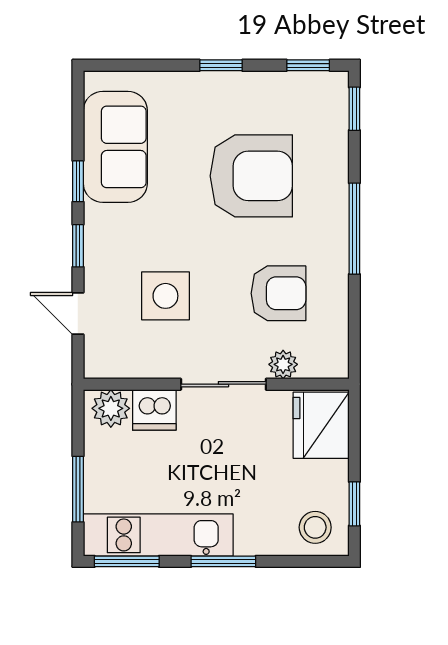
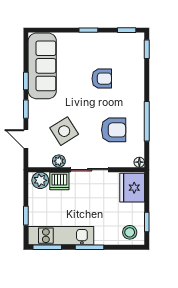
sofa: (115, 147) -> (42, 66), width x1.36
armchair: (251, 176) -> (102, 79), width x0.53, depth x0.53
window: (354, 229) -> (147, 121), moved
side table: (165, 296) -> (64, 131), turned -32
plant: (283, 364) -> (59, 161), moved
floor lamp: (337, 367) -> (139, 162), added
window: (78, 489) -> (26, 216), width x0.67

